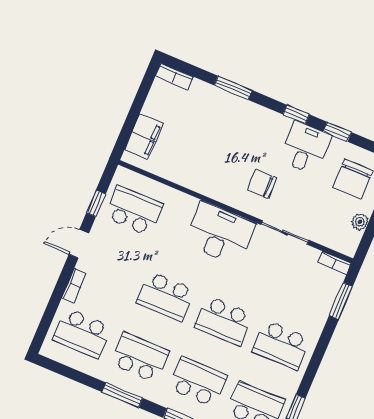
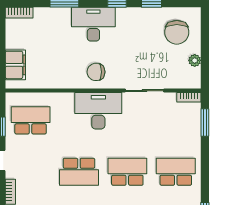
desk: (305, 148) -> (93, 24), moved, width x1.37
chair: (262, 184) -> (96, 72), moved
school desk: (224, 321) -> (127, 172), turned 180
school desk: (281, 345) -> (176, 172), turned 180

